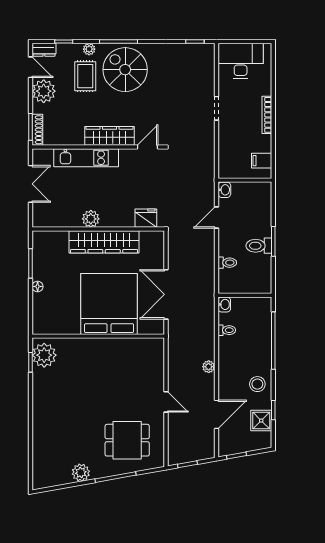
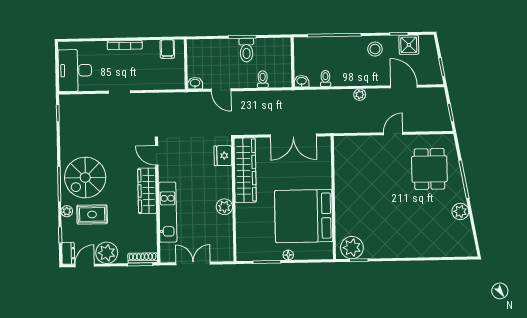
wardrobe: (104, 242) -> (245, 170), moved
bed: (109, 304) -> (304, 216), moved

